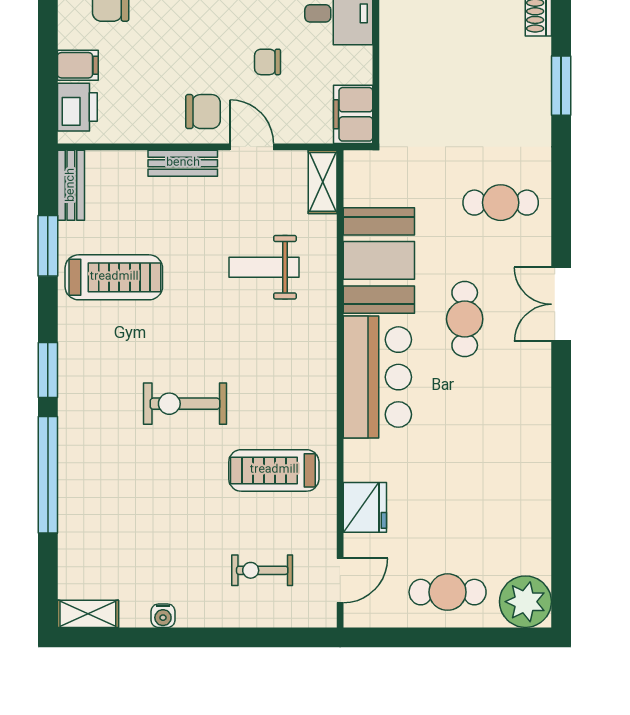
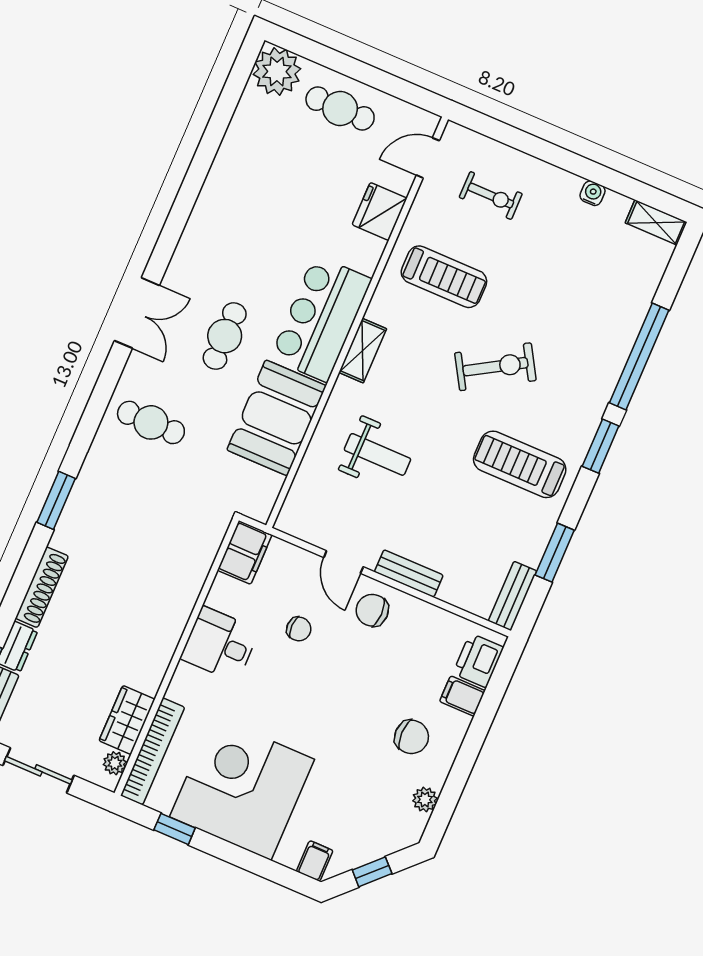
shelving: (323, 182) -> (363, 351), moved
treadmill: (114, 277) -> (520, 464), moved
exercise bike: (185, 404) -> (495, 367), turned -31

